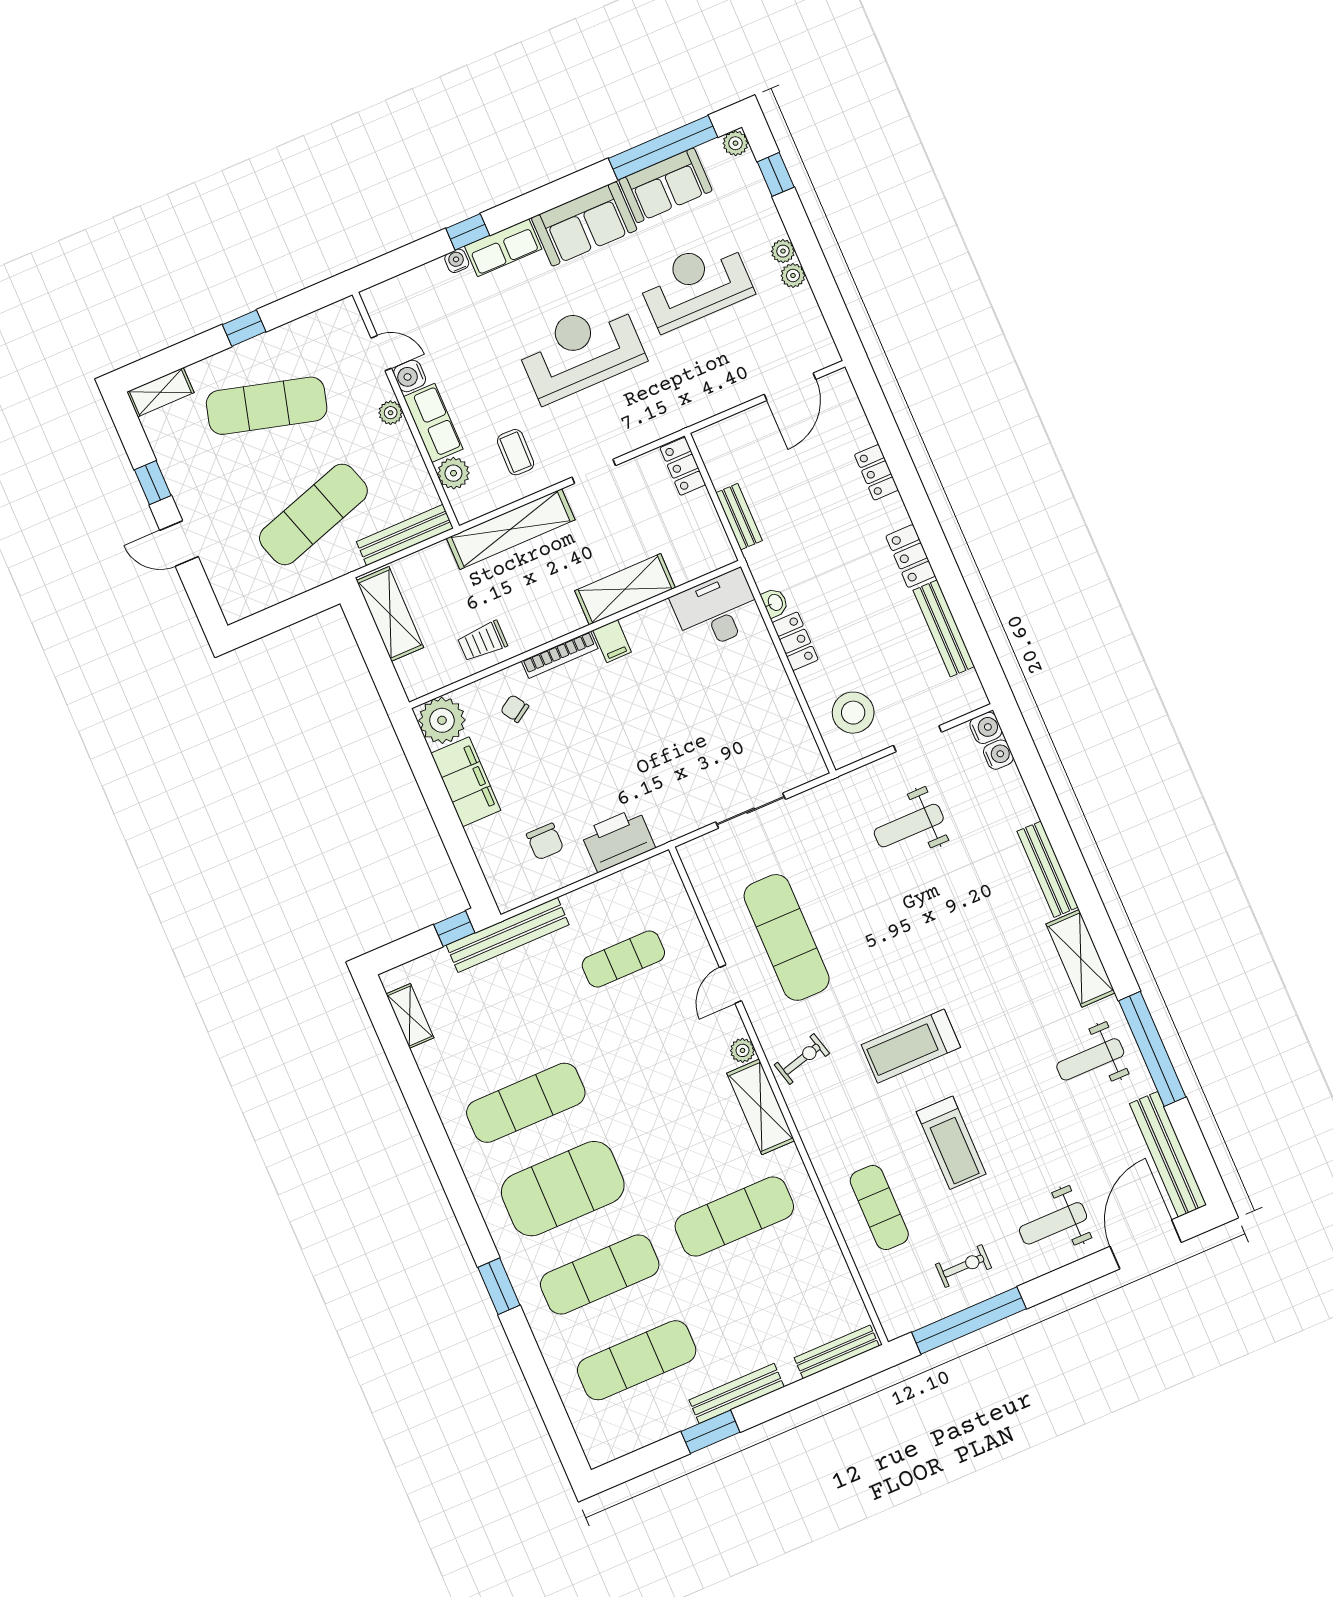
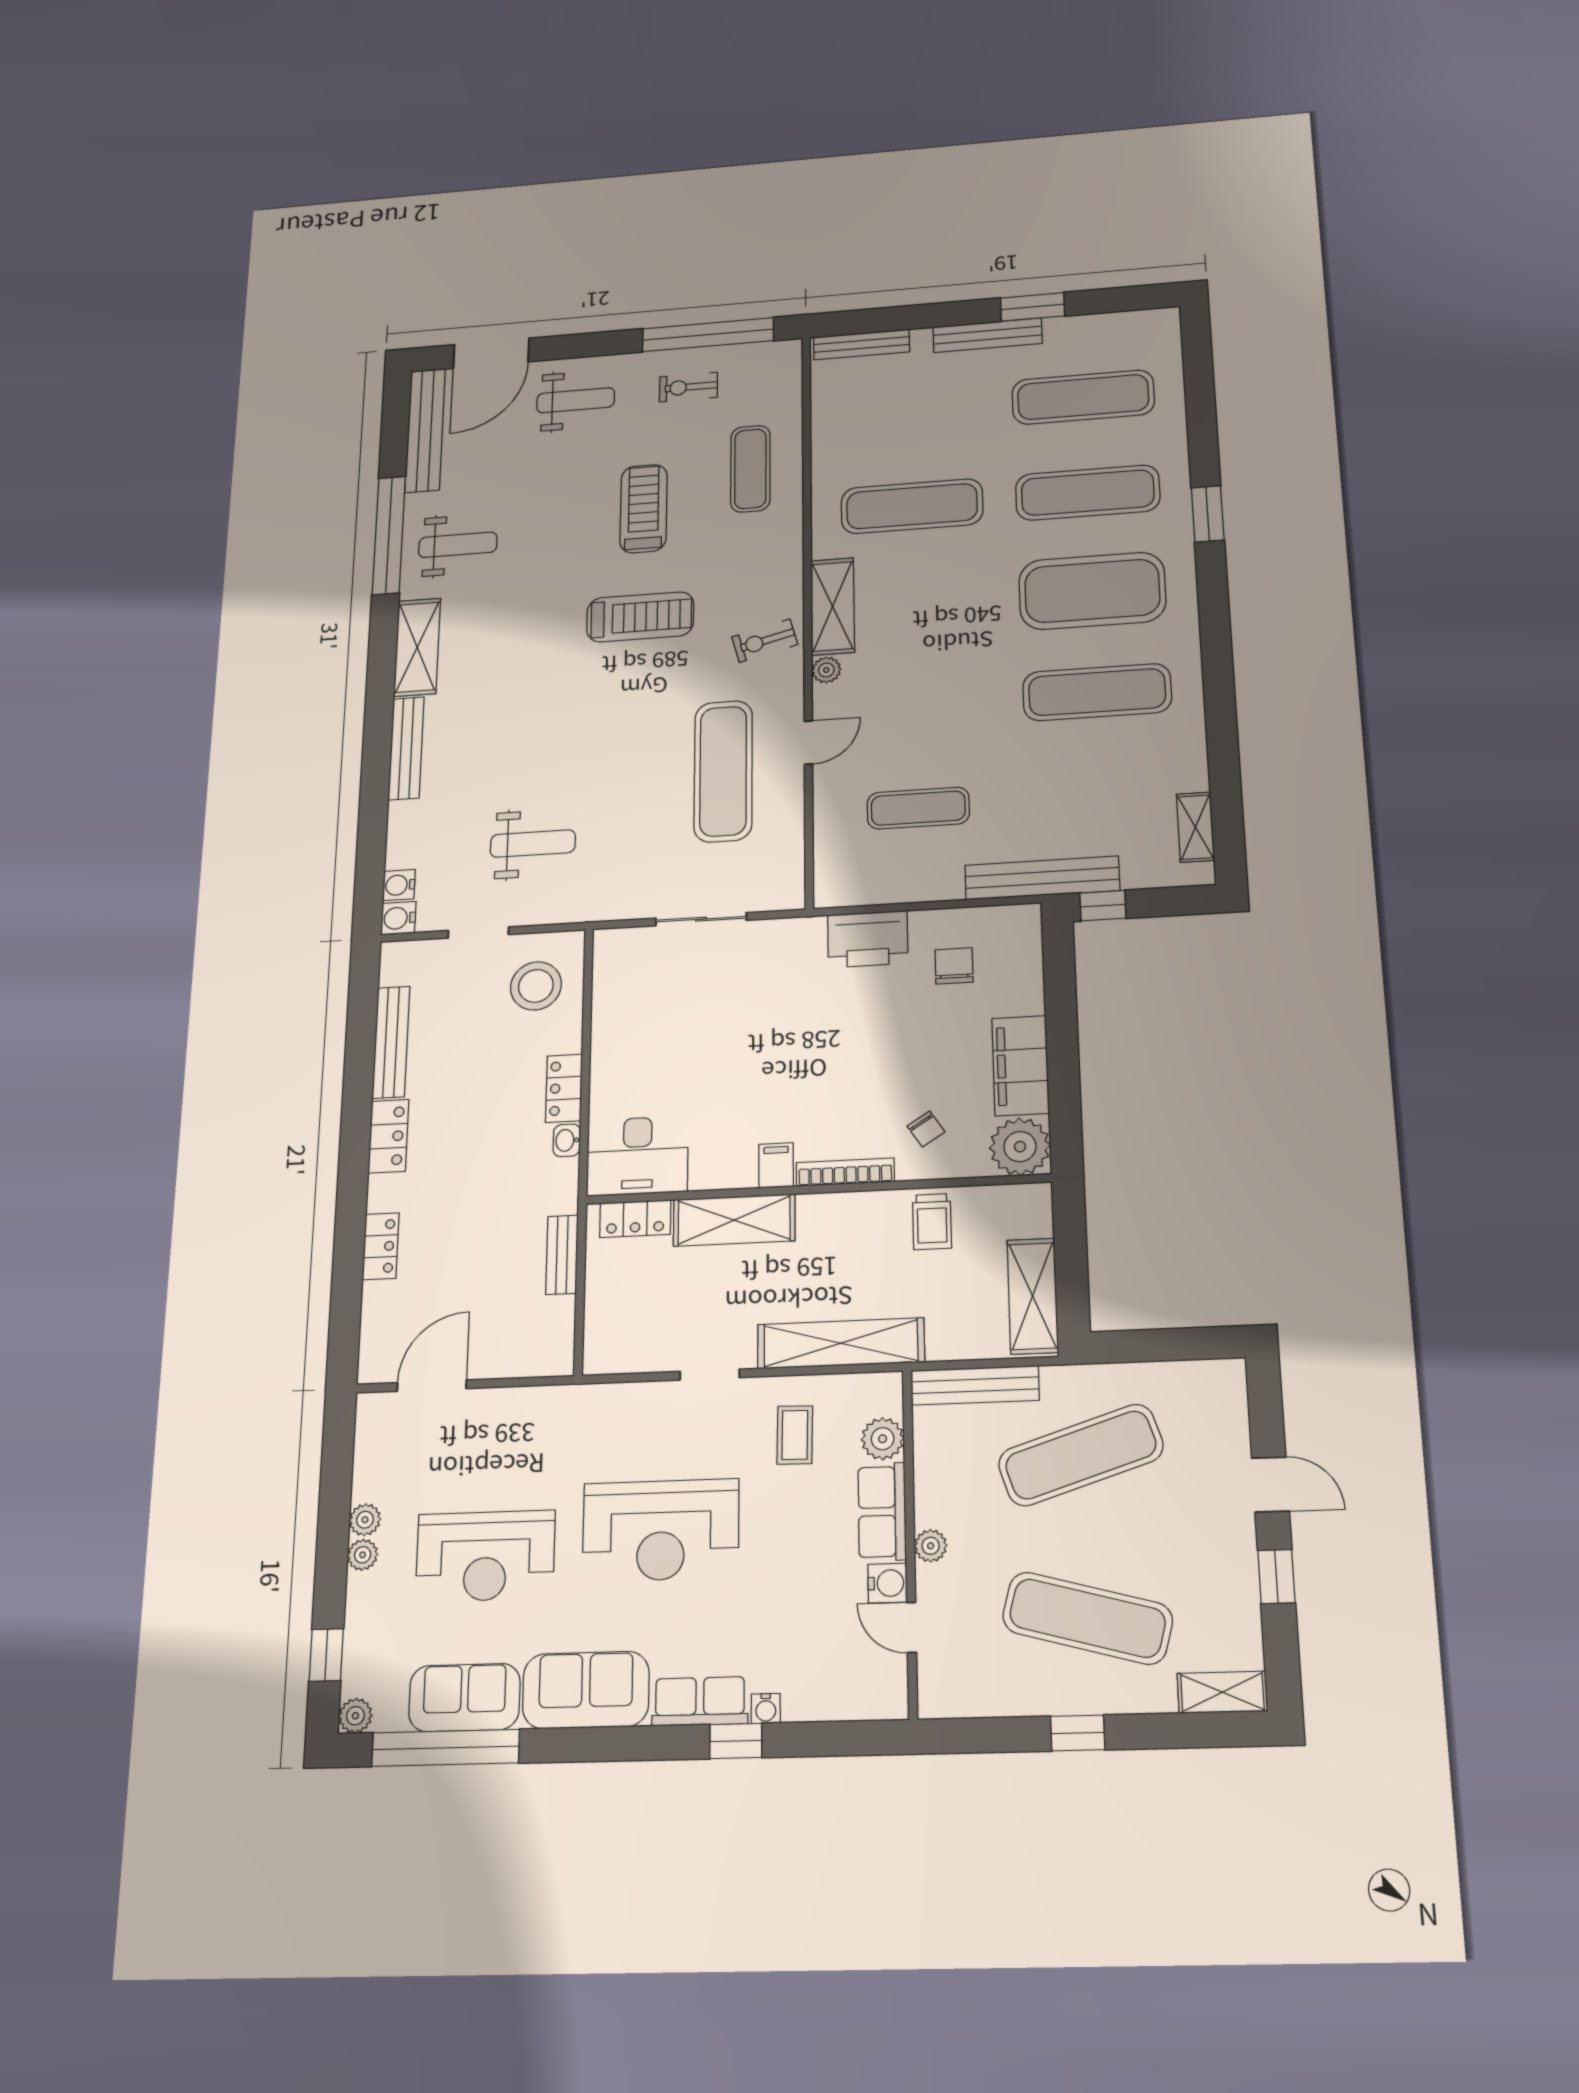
locker: (683, 466) -> (635, 1219), moved, turned 90
trolley: (482, 641) -> (932, 1222), turned 90

